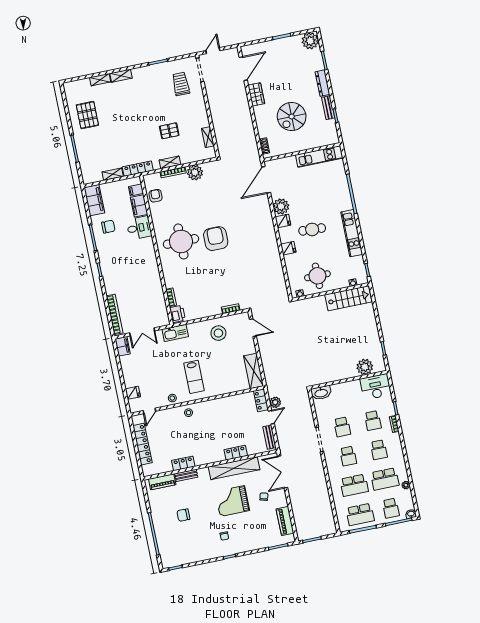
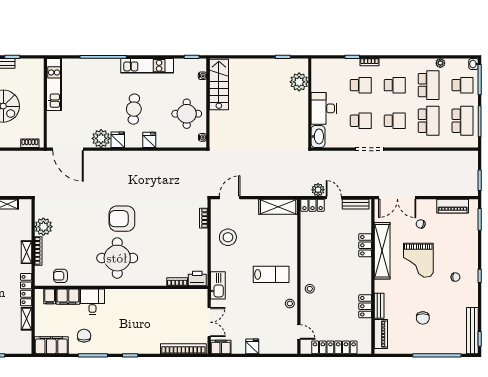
desk: (376, 387) -> (324, 108), moved
fridge: (133, 393) -> (252, 346), moved
bench: (181, 560) -> (472, 331), added

